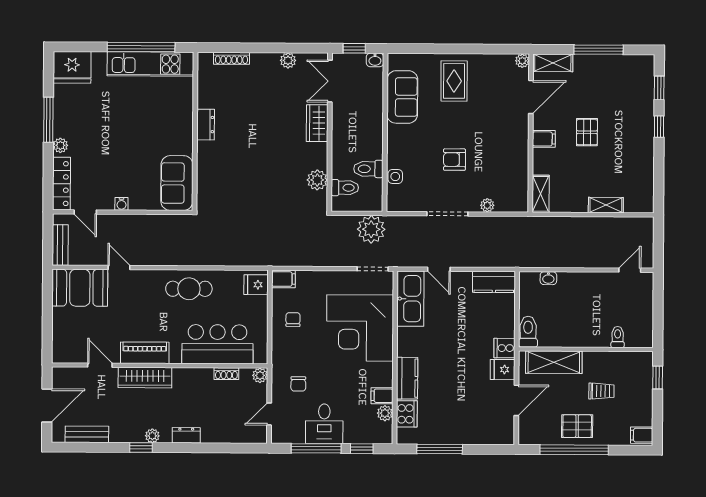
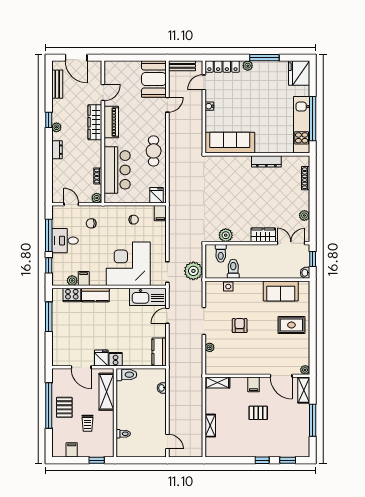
dresser: (206, 125) -> (266, 161), width x1.44
sofa: (177, 183) -> (230, 143), width x1.36
filing cabinet: (642, 435) -> (72, 450), moved

